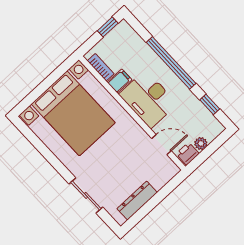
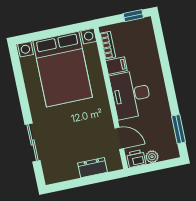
window: (171, 63) -> (167, 76), removed
window: (210, 104) -> (178, 129), width x1.50
dresser: (137, 201) -> (93, 168), moved, width x0.70

